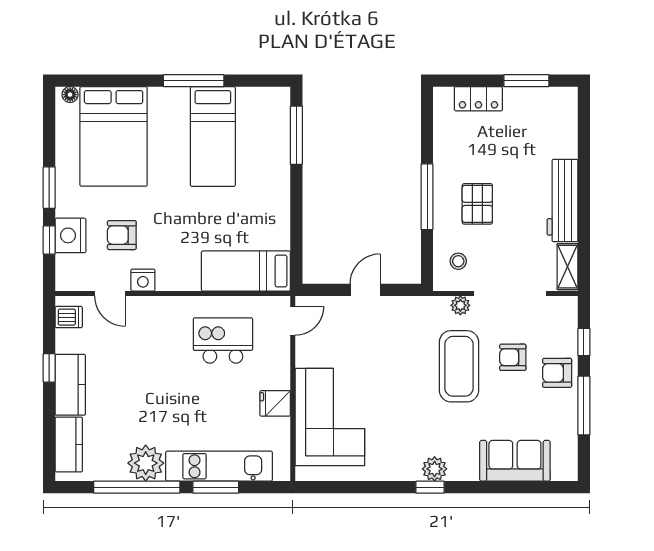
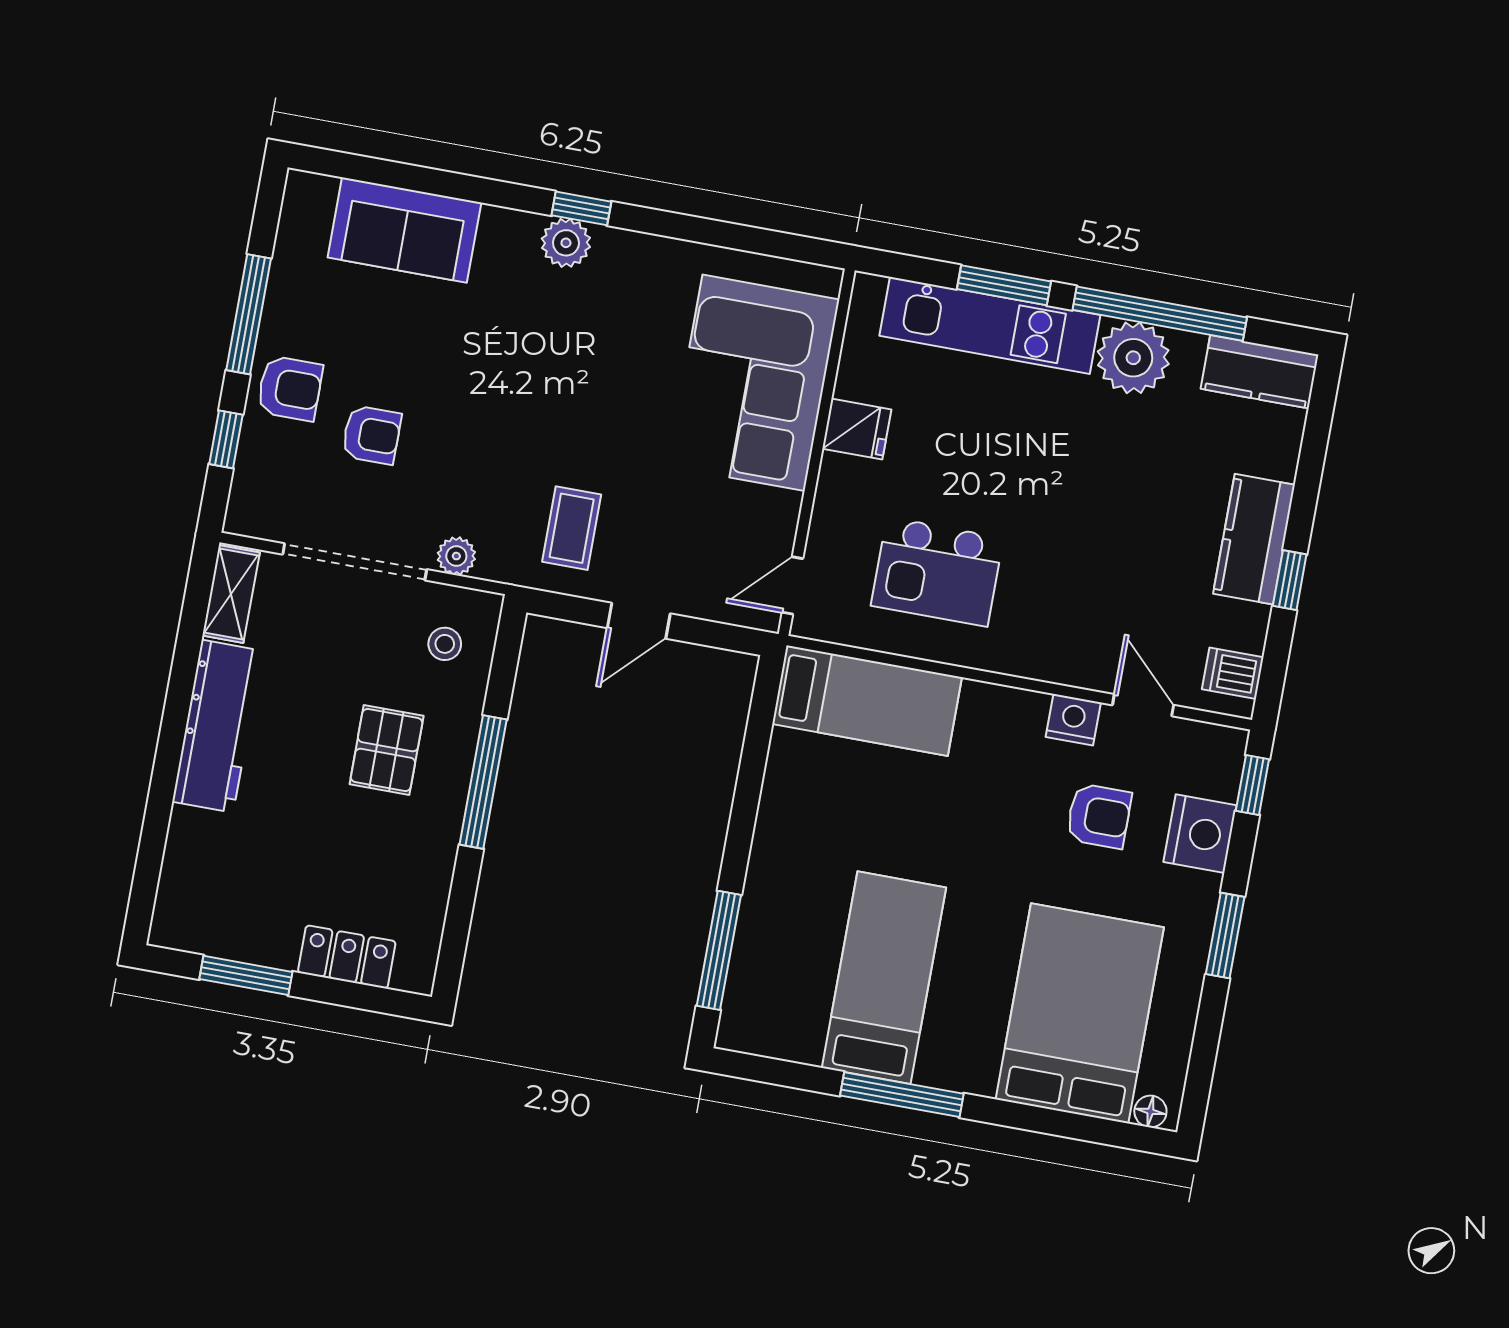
window: (49, 240) -> (1252, 785), moved
coffee table: (459, 366) -> (572, 528), moved, width x0.54, depth x0.58
kitchen counter: (69, 445) -> (1260, 372), moved, turned -90

